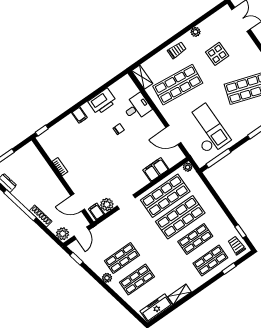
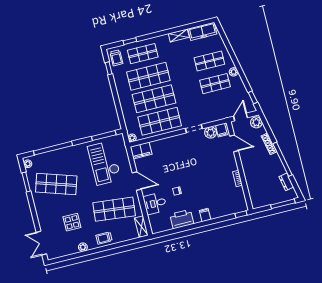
door: (173, 135) -> (137, 181), moved
filing cabinet: (156, 169) -> (141, 150), moved
shop shelf: (195, 239) -> (148, 76), width x1.43, depth x1.36

